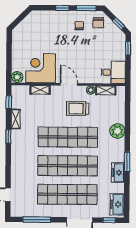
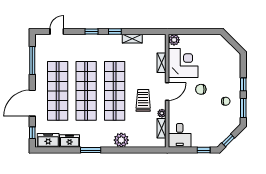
chair: (98, 23) -> (201, 89), moved
window: (9, 102) -> (91, 32), moved
freezer: (118, 173) -> (70, 141), moved

